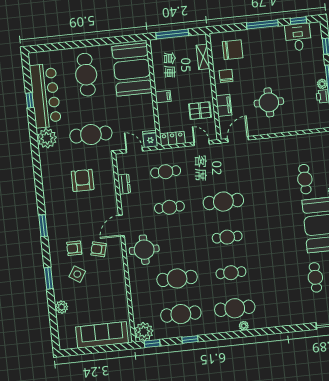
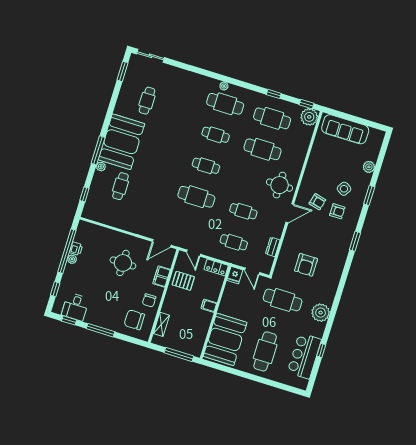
bar counter: (45, 96) -> (304, 356), width x0.73

